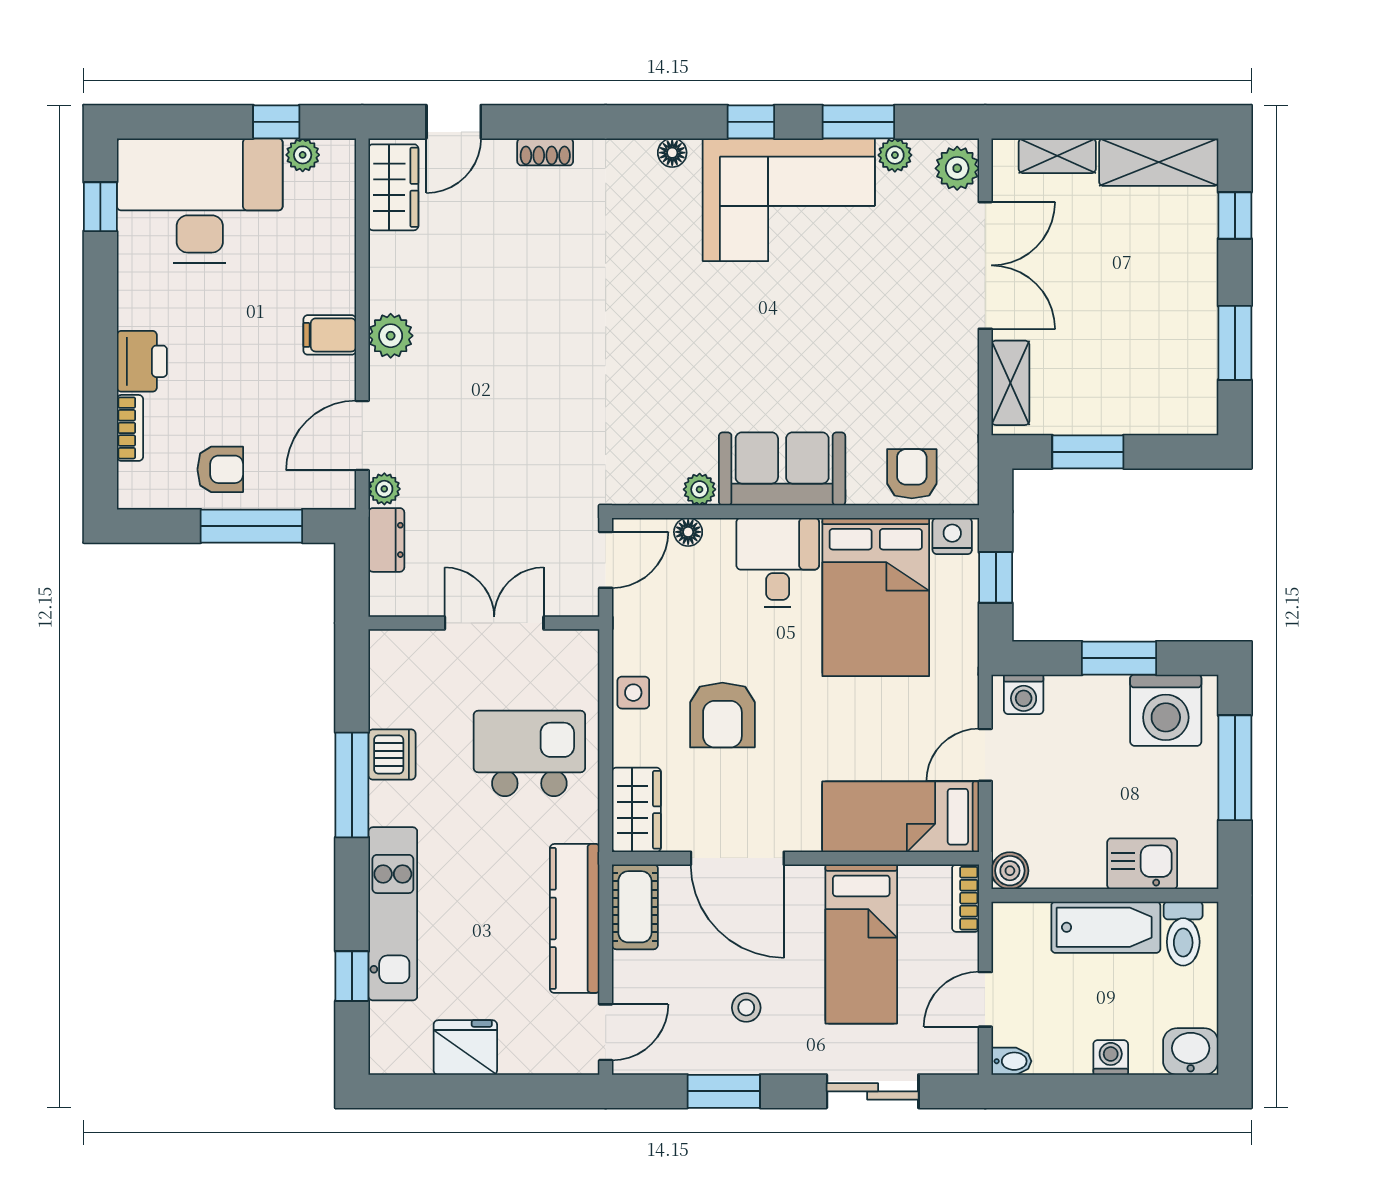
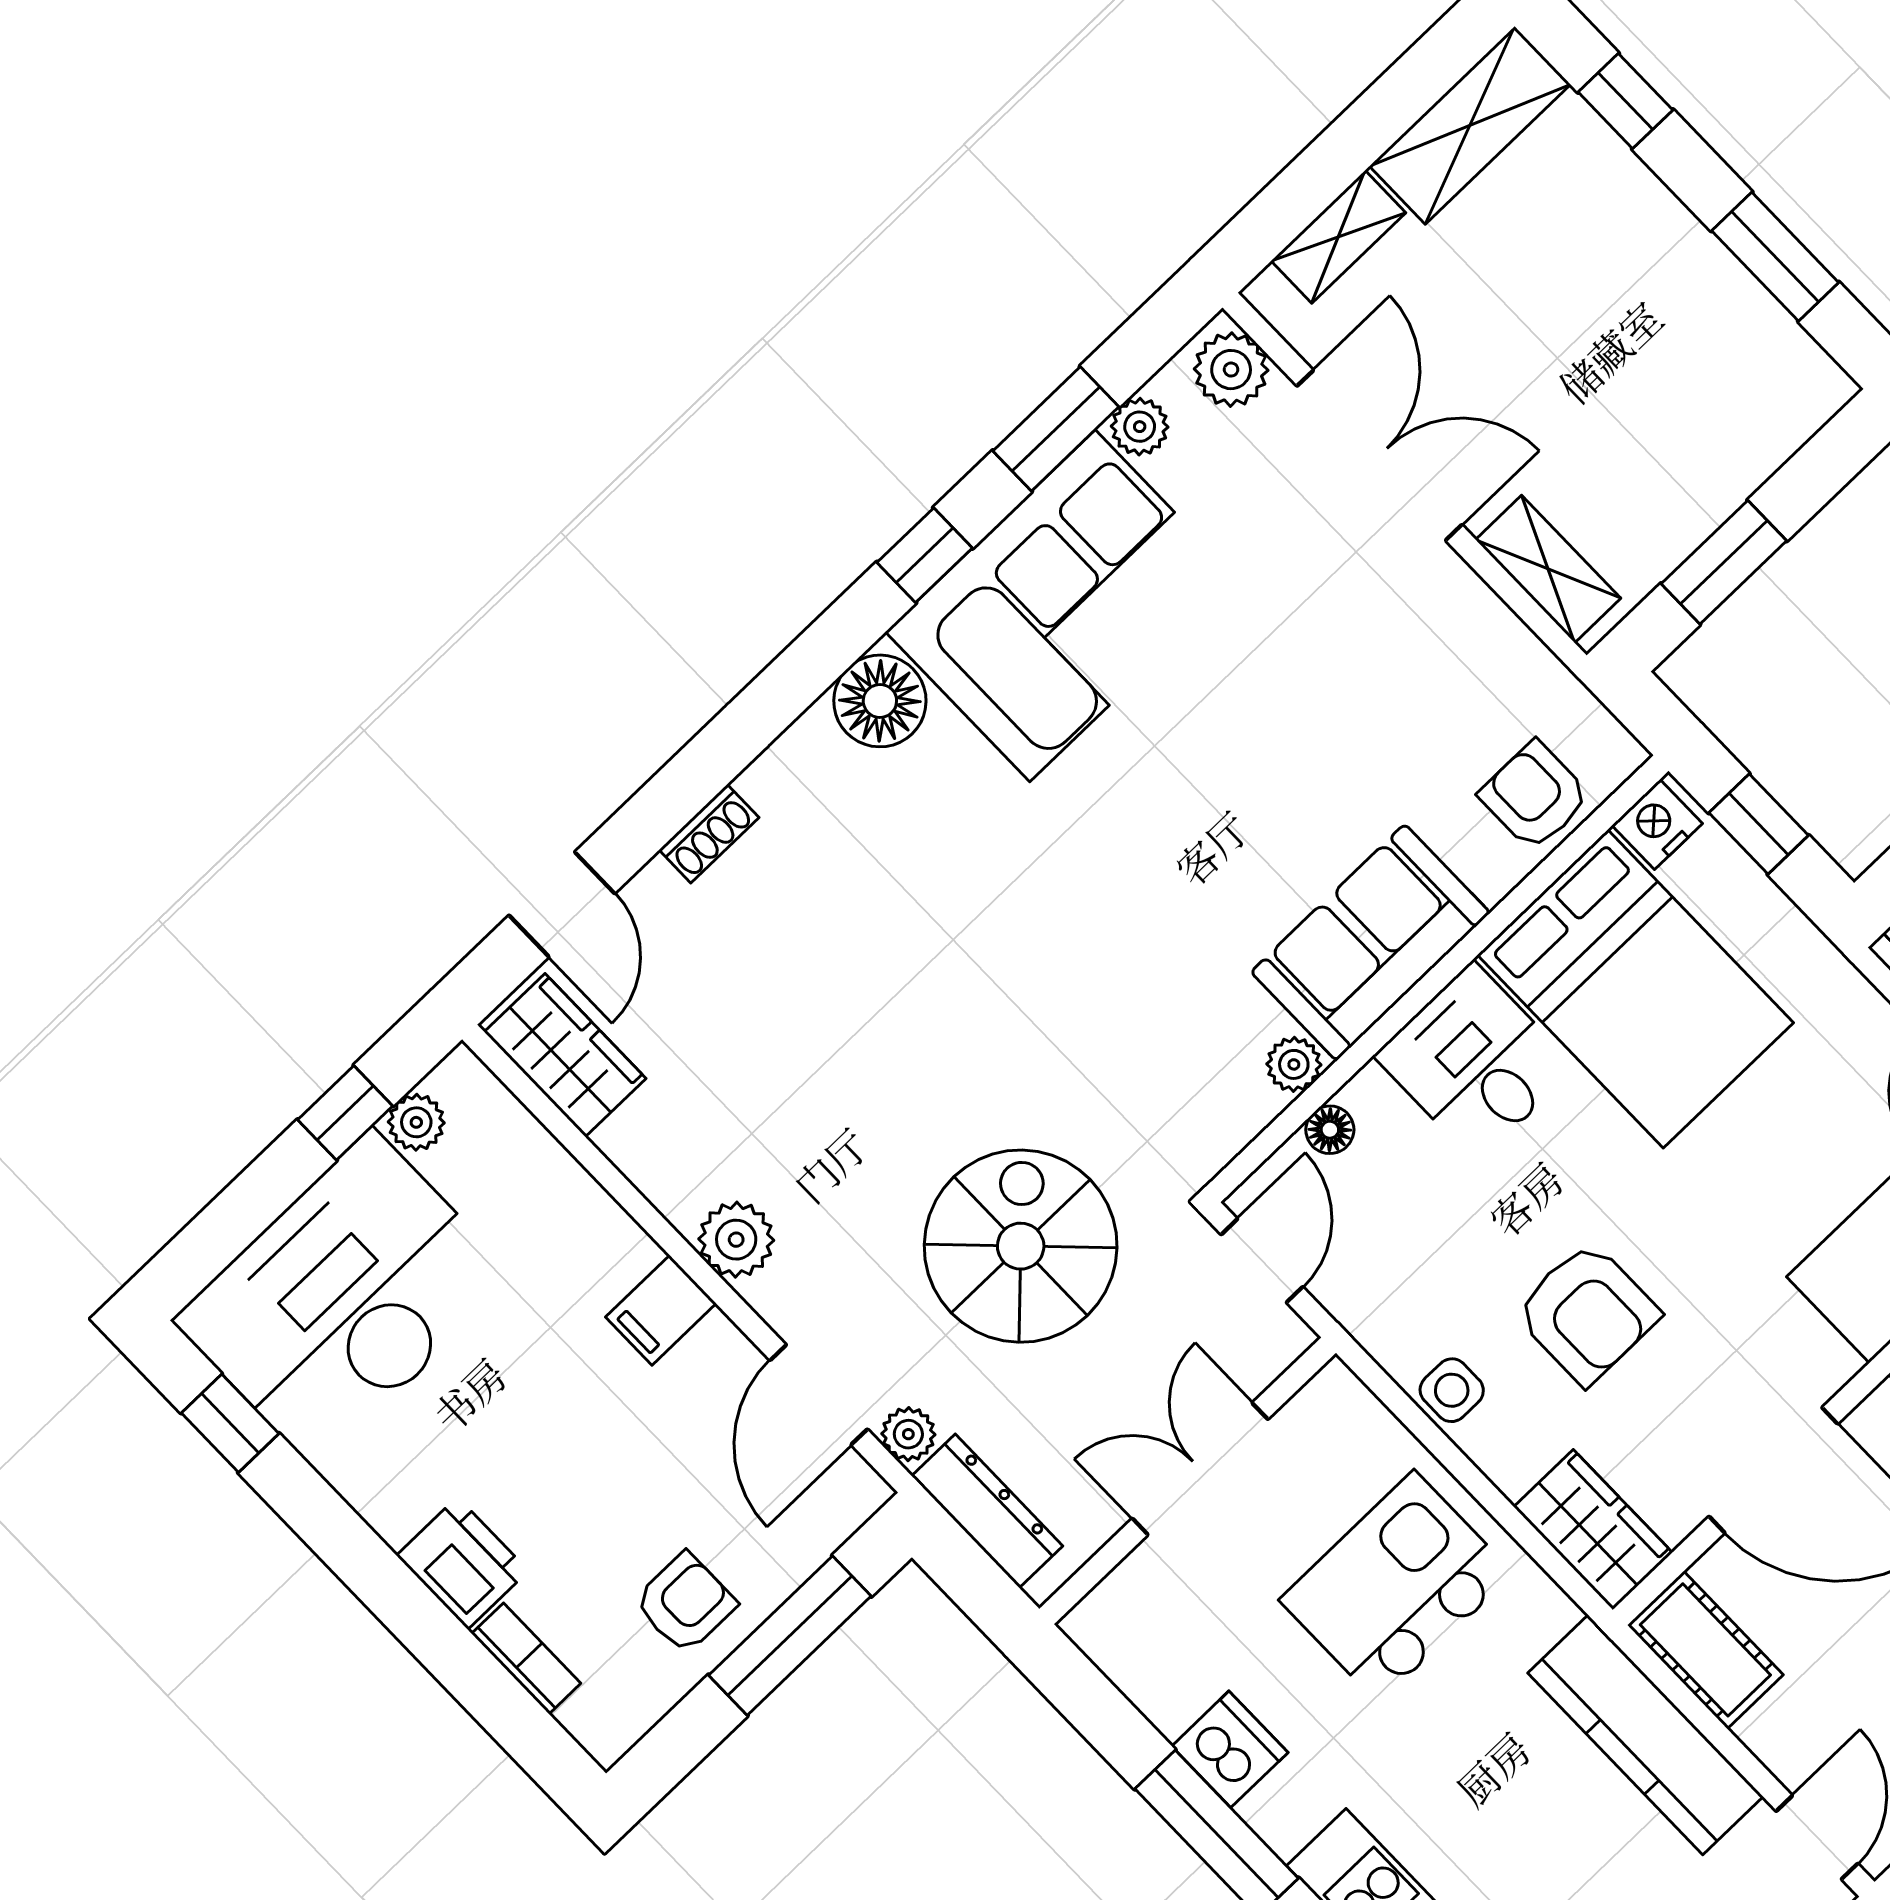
floor lamp: (672, 153) -> (880, 701), width x1.89, depth x1.89
spiral stairs: (509, 455) -> (1021, 1246), added
dresser: (386, 540) -> (987, 1511), width x1.44

